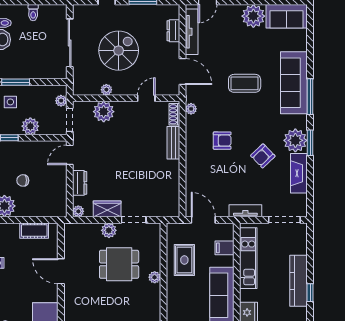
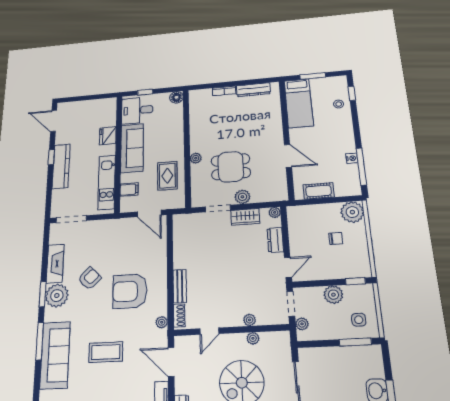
plant: (104, 112) -> (250, 320), width x0.53, depth x0.53
armchair: (222, 141) -> (130, 291), width x1.88, depth x1.88
tv unit: (245, 211) -> (108, 225), removed

